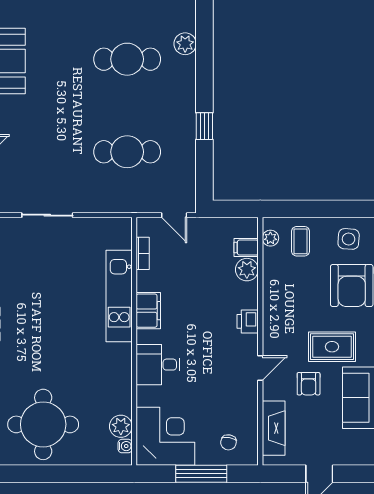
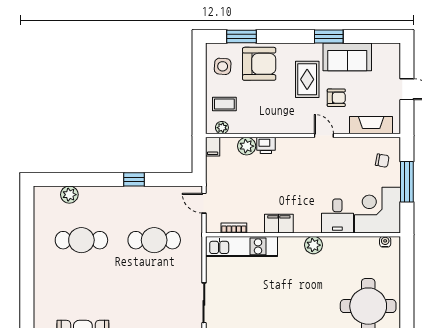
cafe table: (127, 59) -> (81, 240), turned 90
cafe table: (127, 152) -> (154, 240), turned 90
door: (174, 215) -> (204, 203), swing flipped
filing cabinet: (246, 248) -> (213, 147), moved
kitchen unit: (119, 296) -> (241, 246), moved
printer: (248, 321) -> (266, 145), moved
desk: (158, 365) -> (337, 216), moved
plant: (121, 426) -> (313, 245), moved

